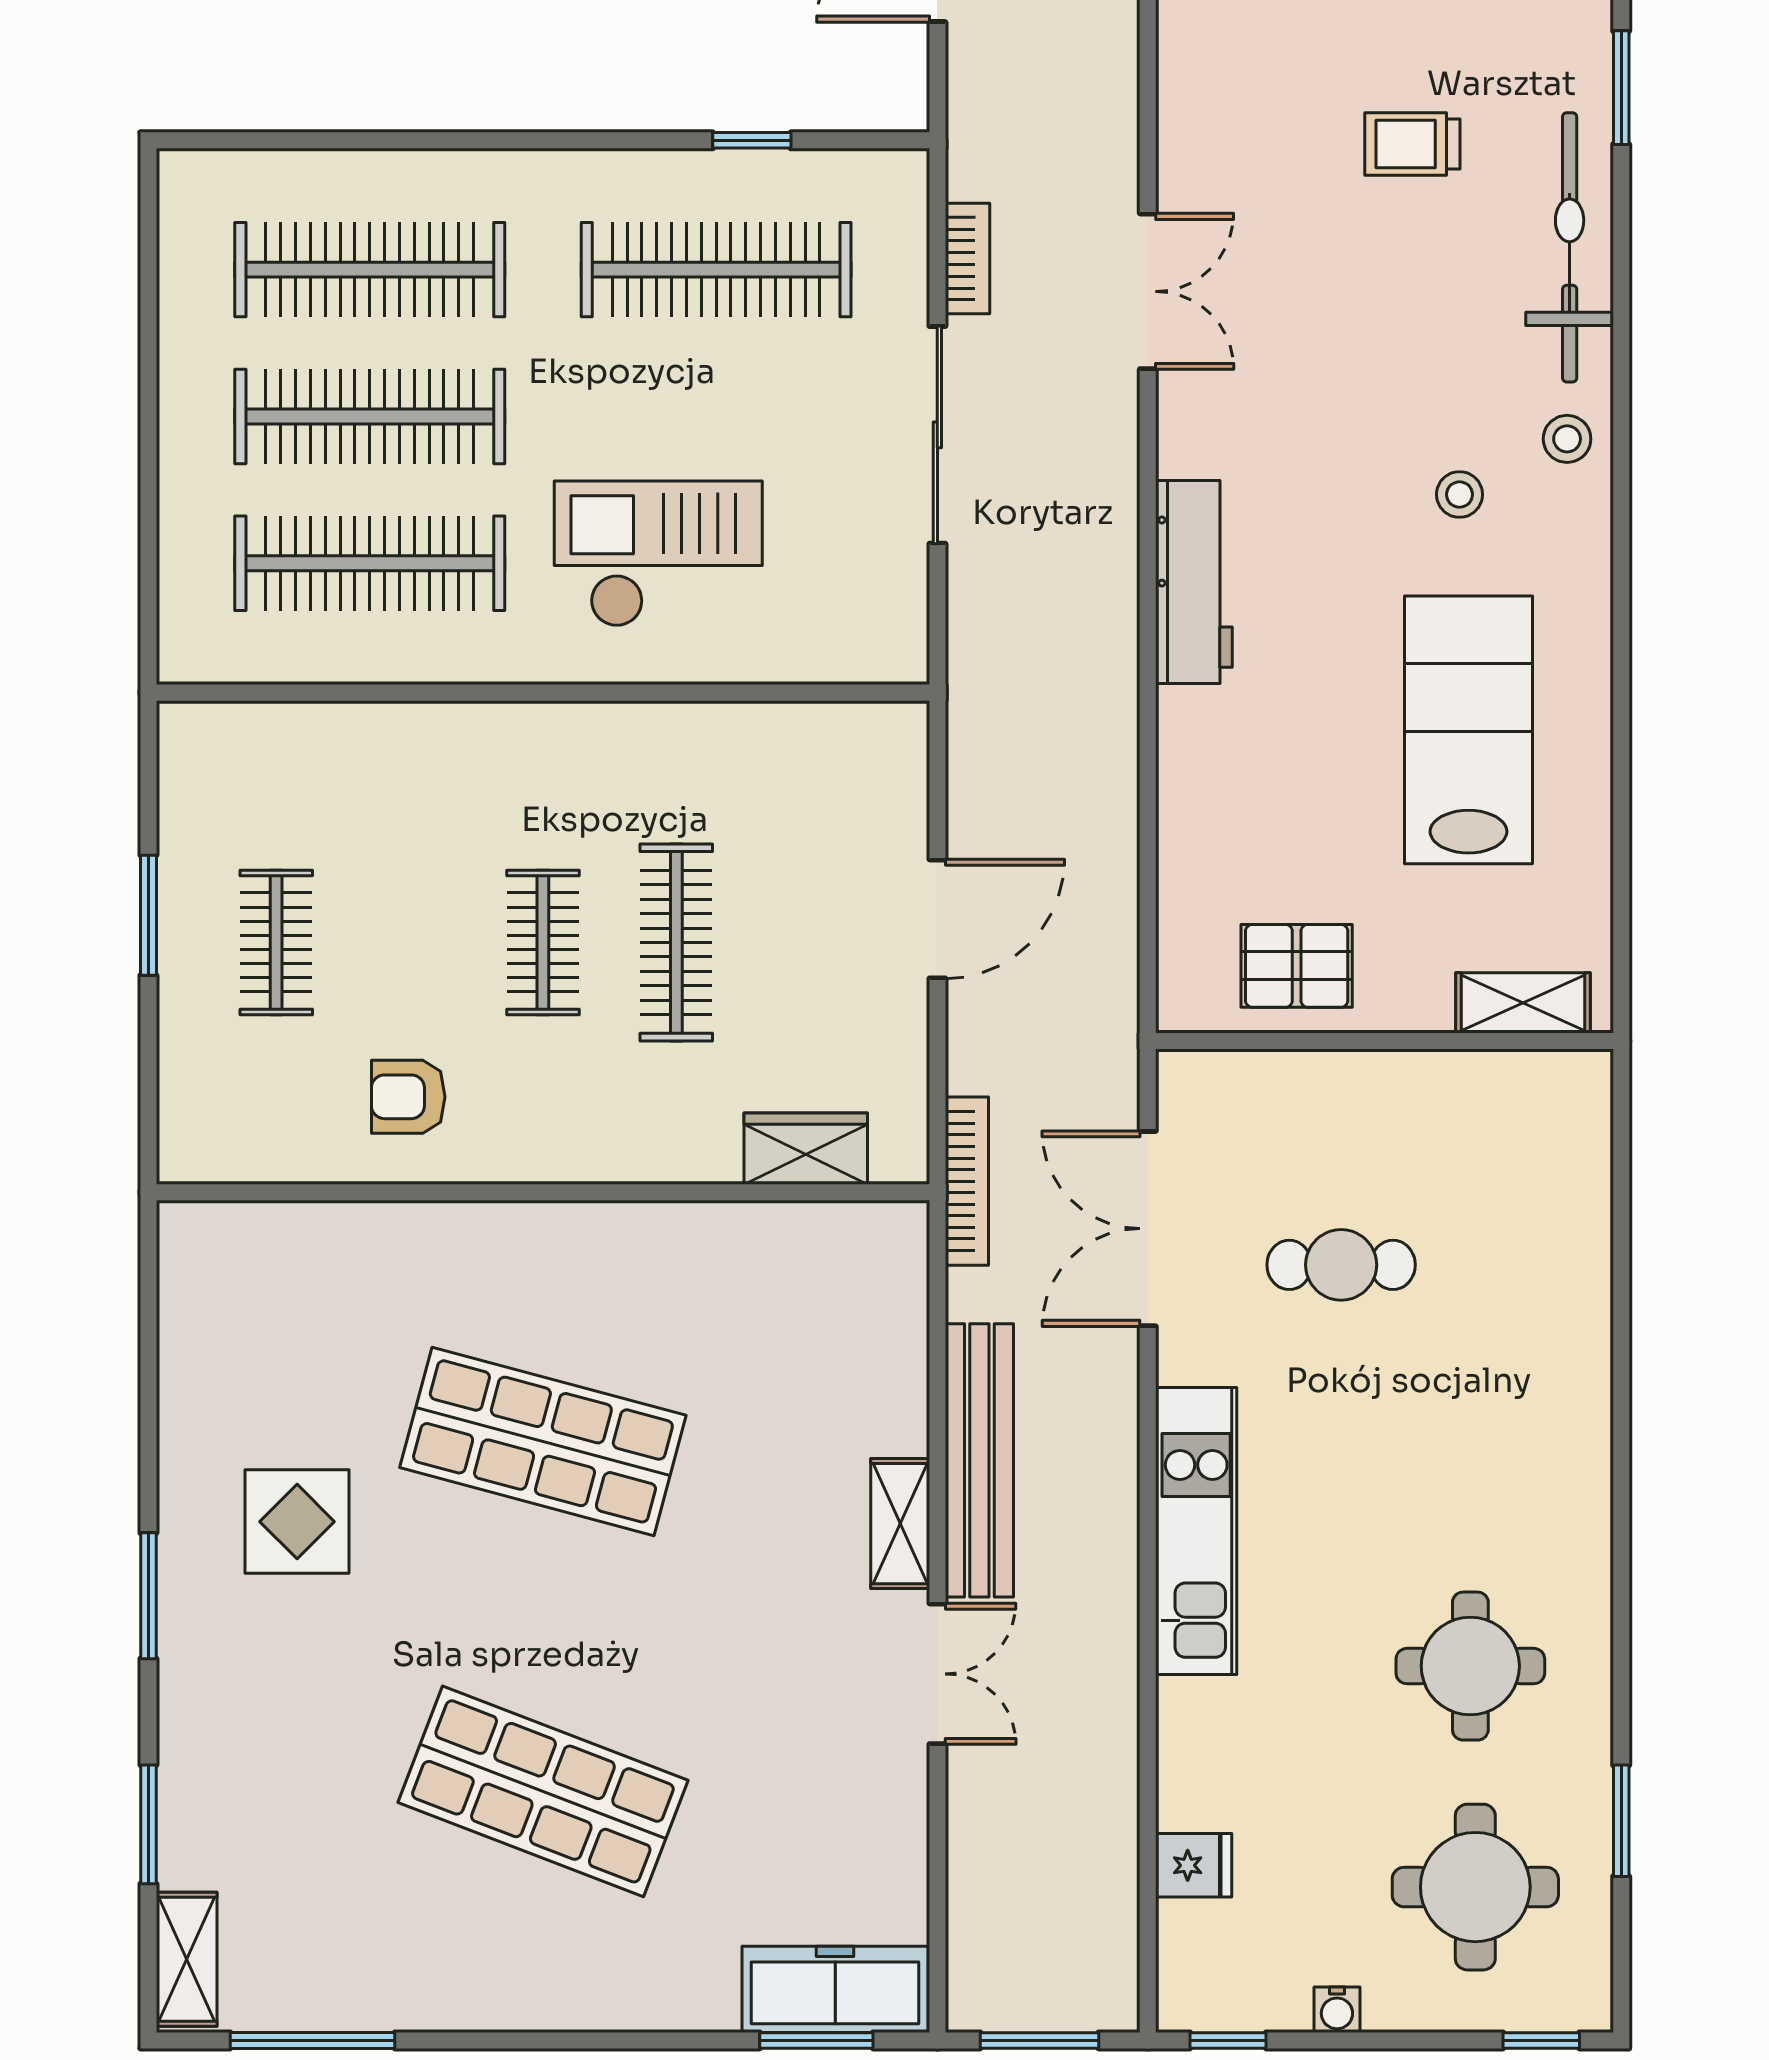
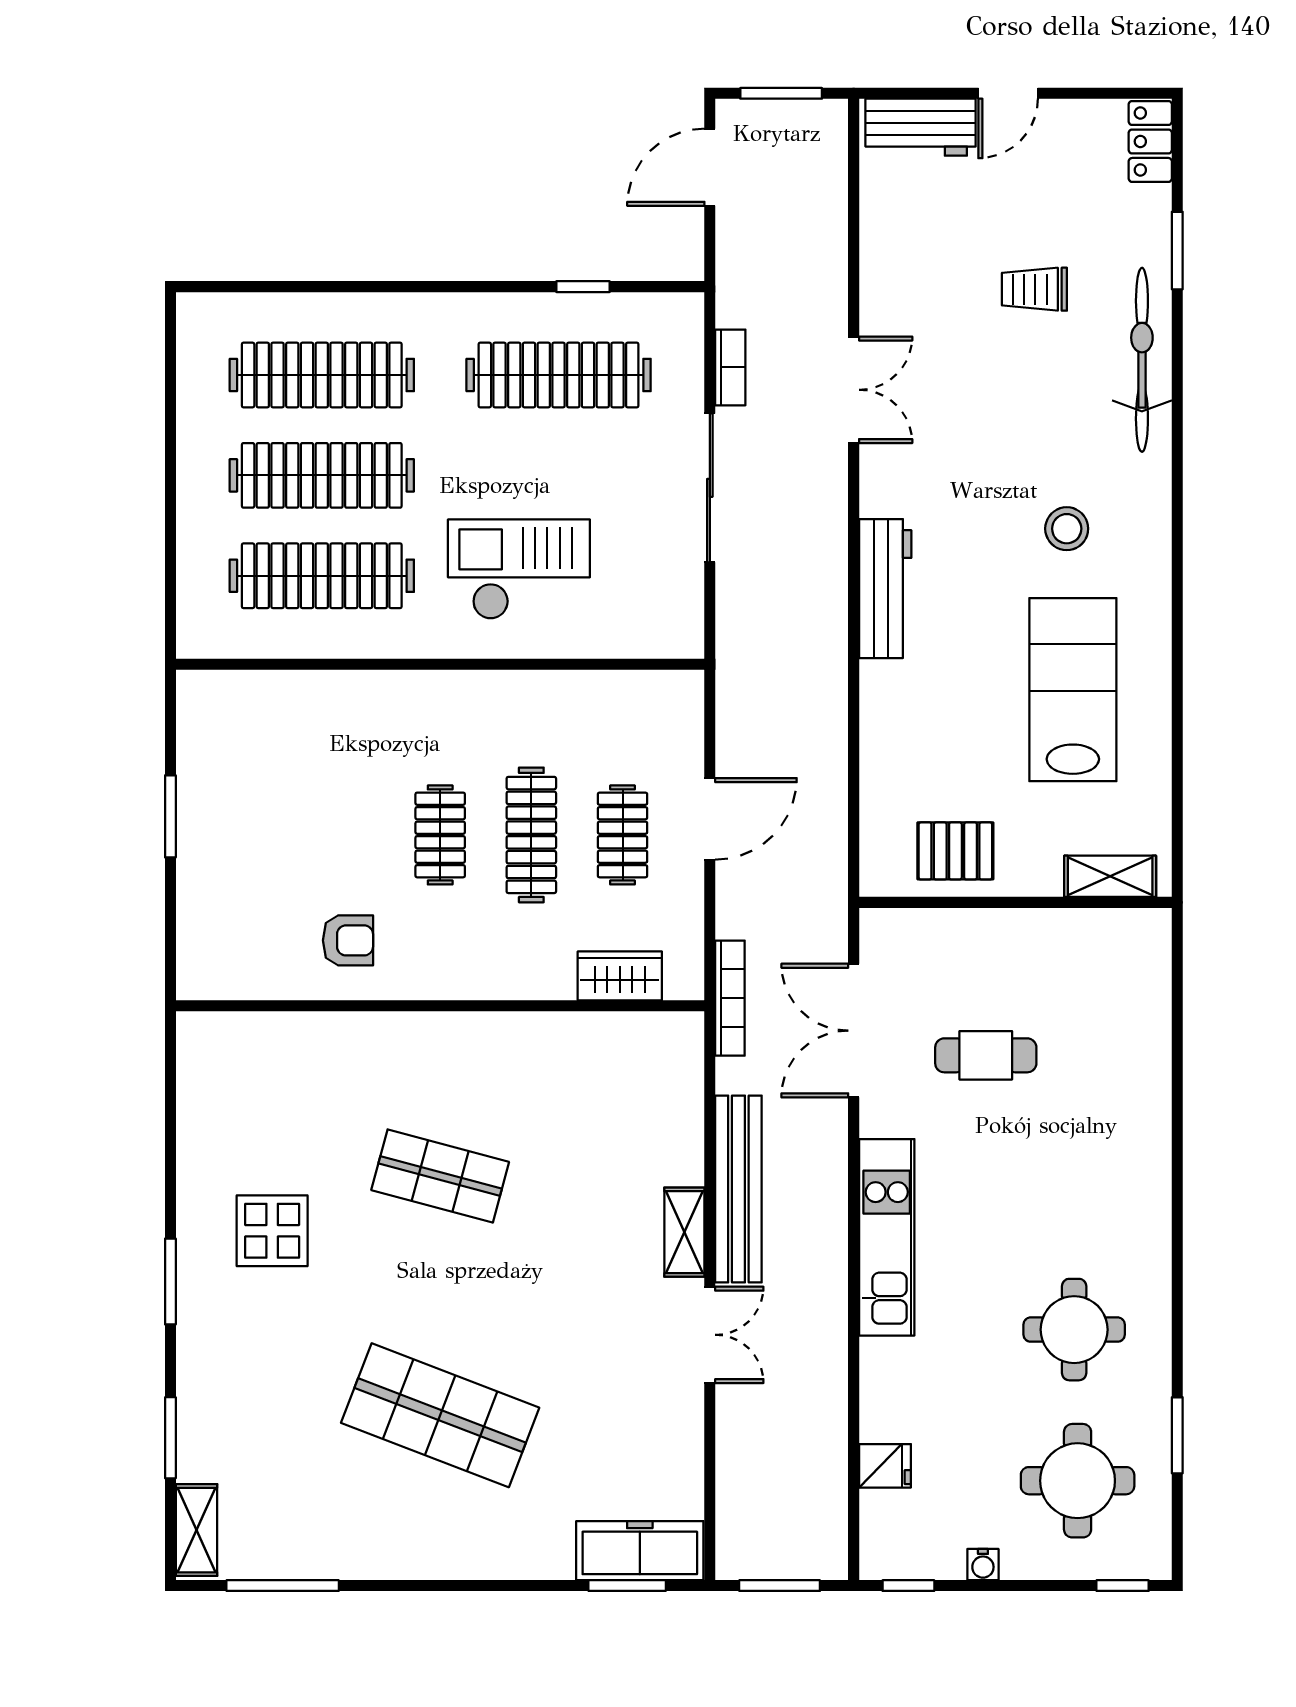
stool: (1567, 439) -> (1140, 491), removed
stool: (1460, 494) -> (1067, 529), width x1.37, depth x1.37
clothes rail: (276, 942) -> (623, 835), moved
armchair: (408, 1097) -> (348, 940), turned 180
shop shelf: (543, 1441) -> (440, 1176), width x0.70, depth x0.74

